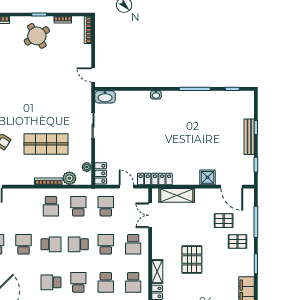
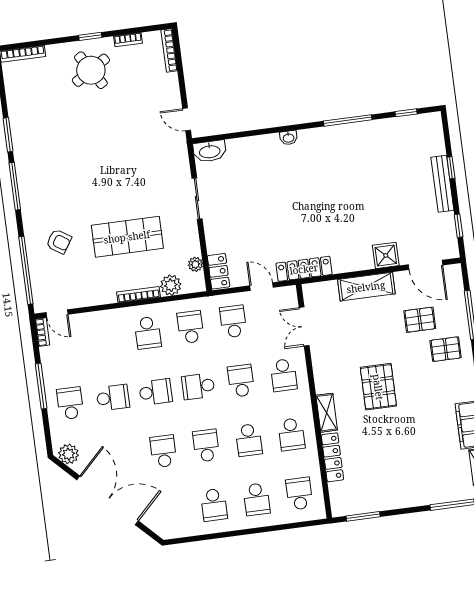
shelving: (177, 195) -> (366, 287), moved
school desk: (24, 244) -> (113, 398), turned 90
school desk: (51, 282) -> (163, 451), turned 90

